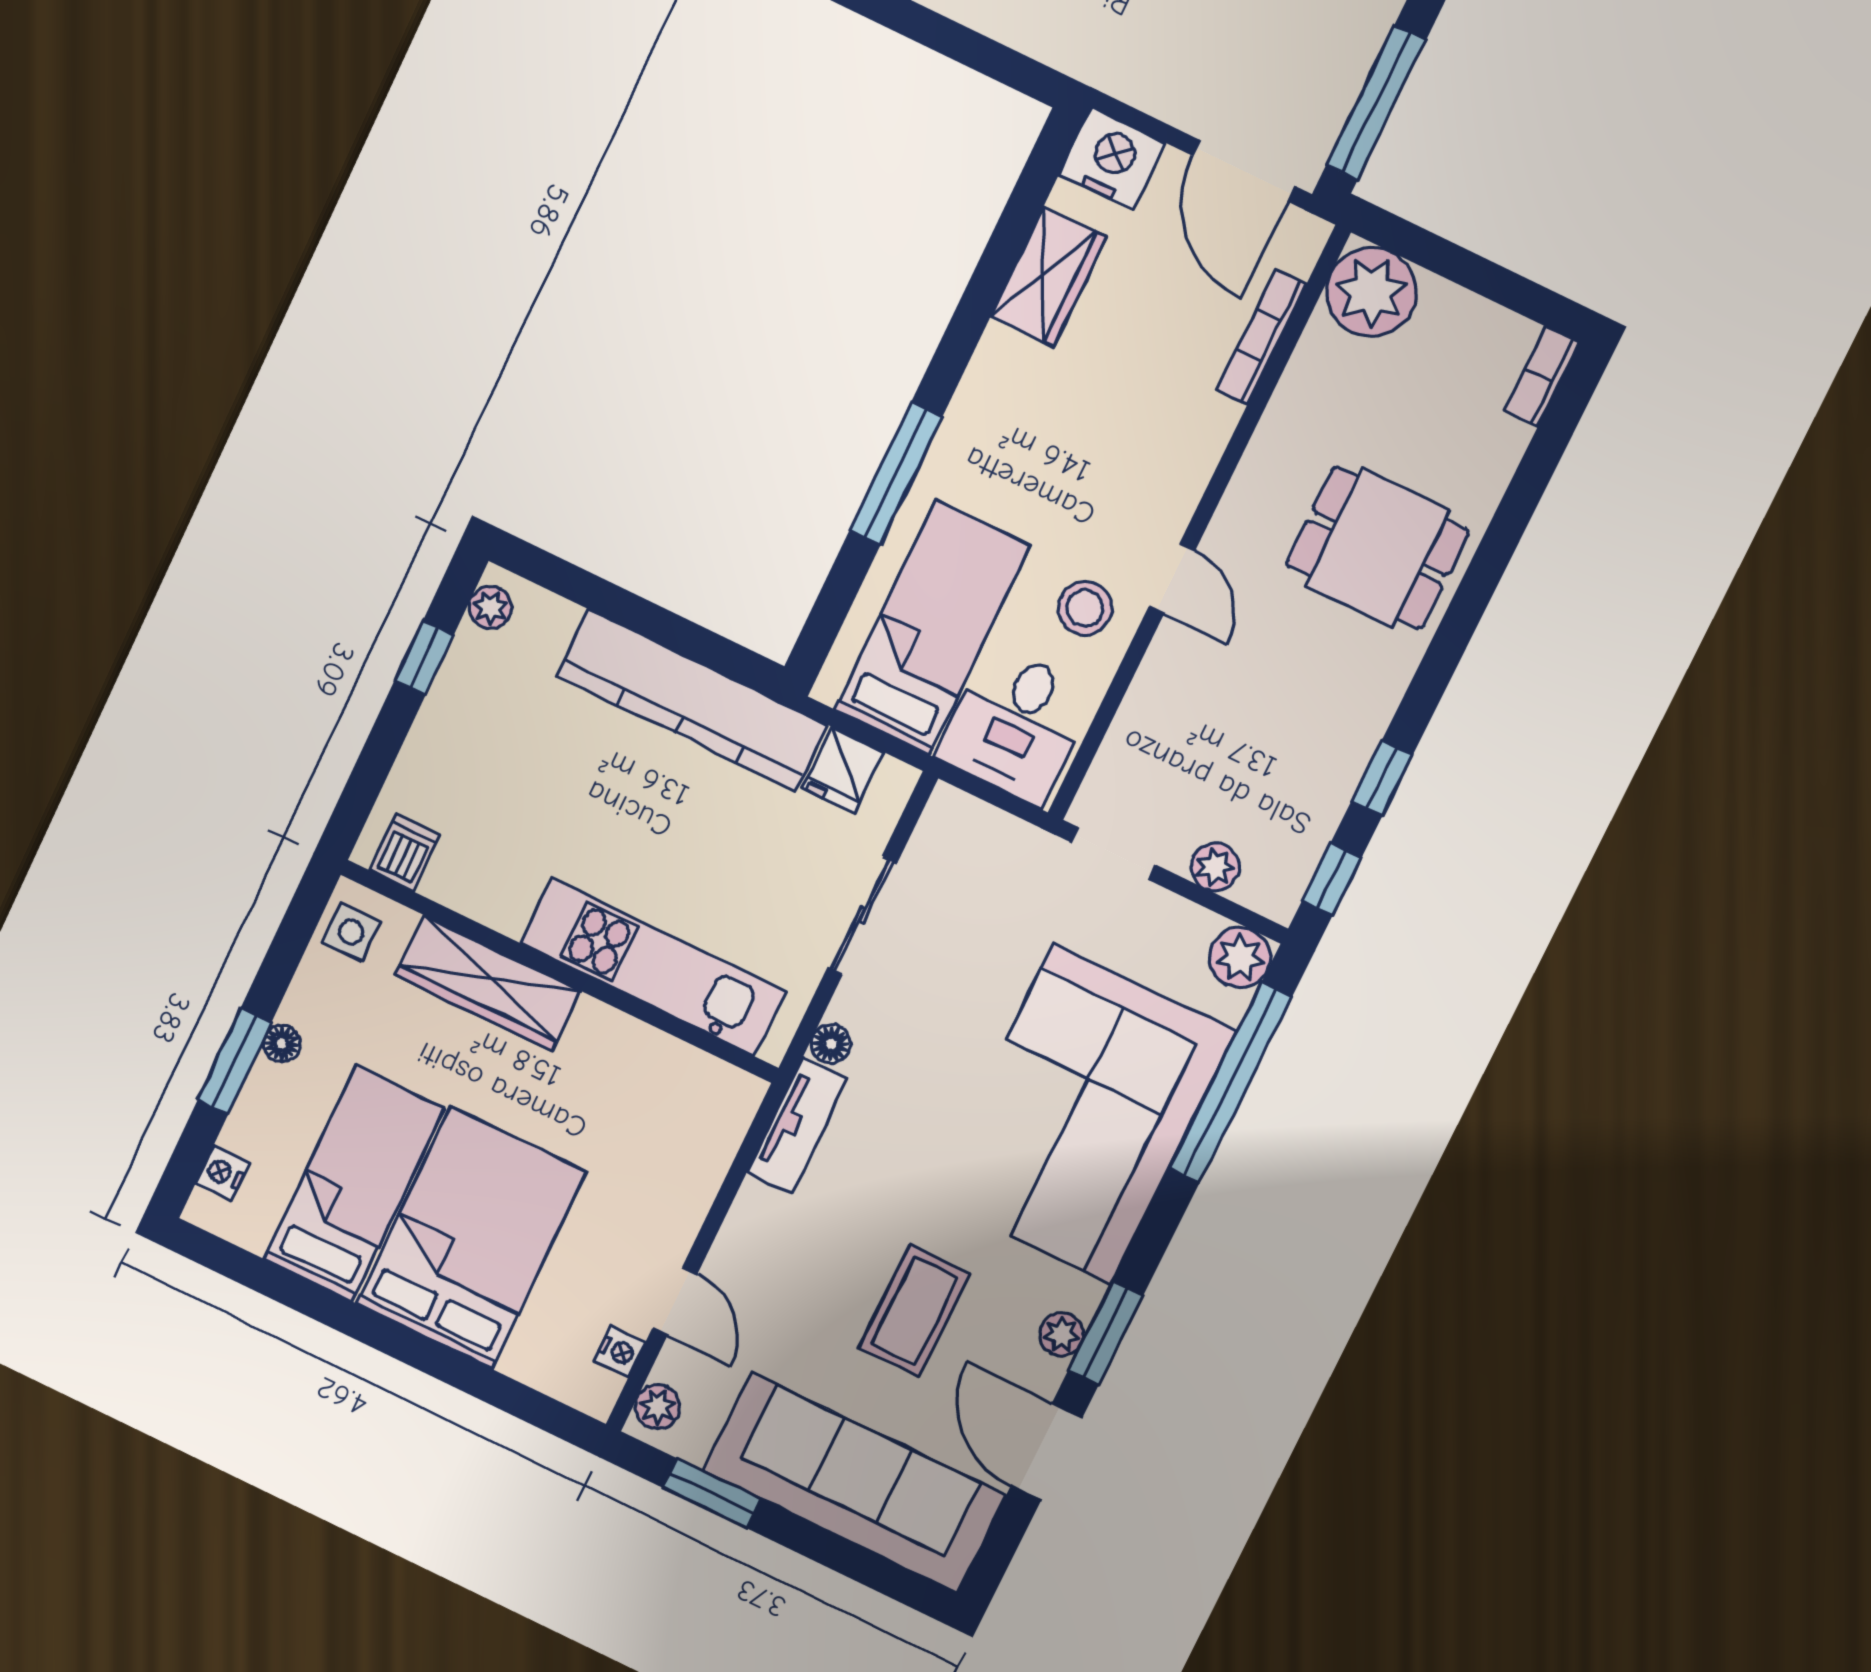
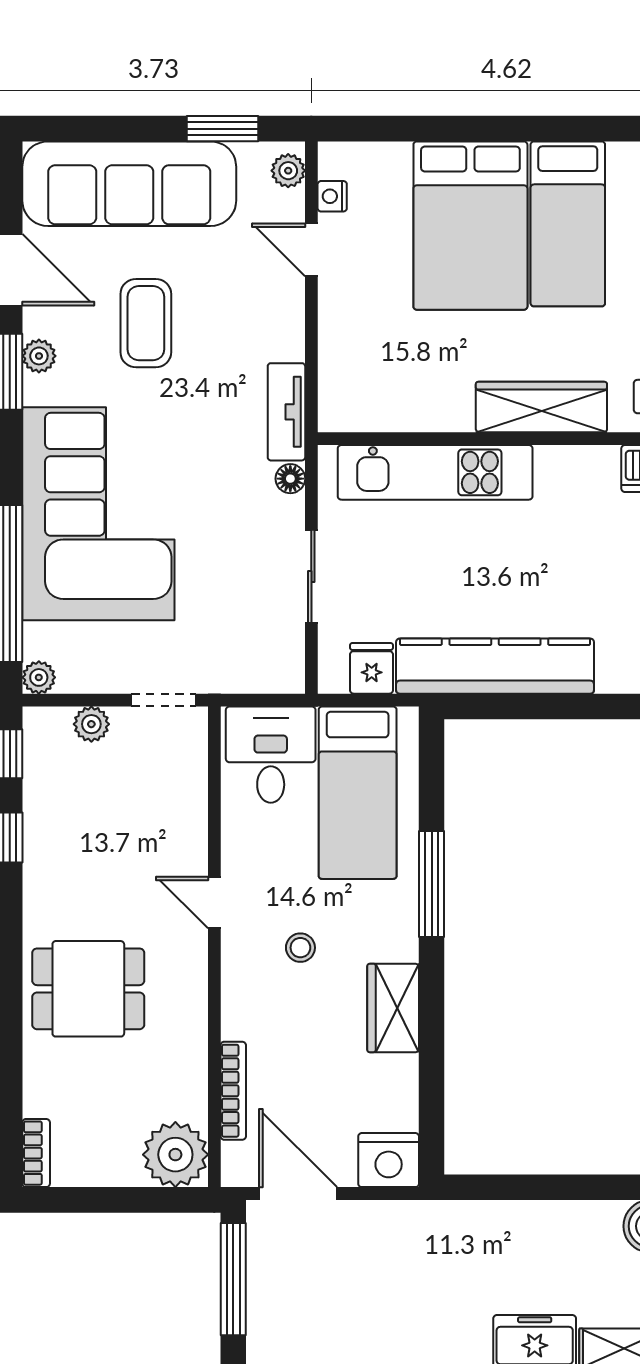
wardrobe: (1049, 277) -> (393, 1008), moved
stool: (1085, 608) -> (300, 948), moved, width x0.73, depth x0.73
plant: (1240, 957) -> (39, 677), width x0.73, depth x0.73

